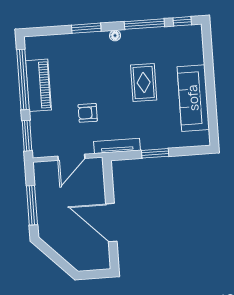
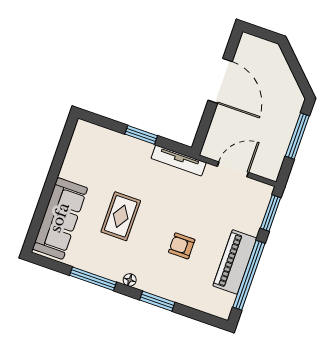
window: (182, 21) -> (51, 264), removed
sofa: (193, 98) -> (60, 218), moved
armchair: (88, 113) -> (182, 246), moved, turned 180

